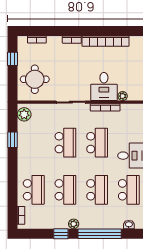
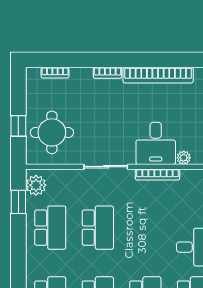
window: (13, 59) -> (18, 126), moved
window: (13, 140) -> (18, 202), moved
school desk: (97, 143) -> (50, 228), moved

